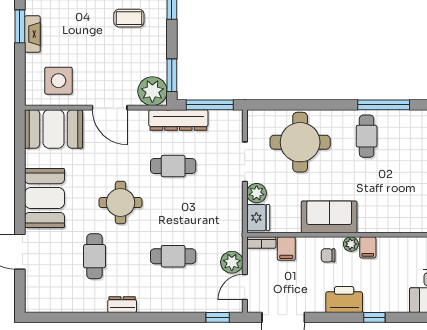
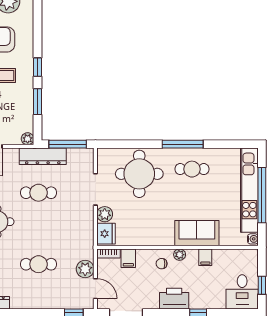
window: (172, 75) -> (37, 102), moved
plant: (152, 91) -> (28, 139), width x0.53, depth x0.53
window: (384, 105) -> (183, 144), moved
cafe table: (367, 136) -> (192, 169), turned 90
sofa: (329, 217) -> (197, 233), moved
filing cabinet: (368, 247) -> (205, 257), moved
door: (245, 287) -> (95, 289), swing flipped

